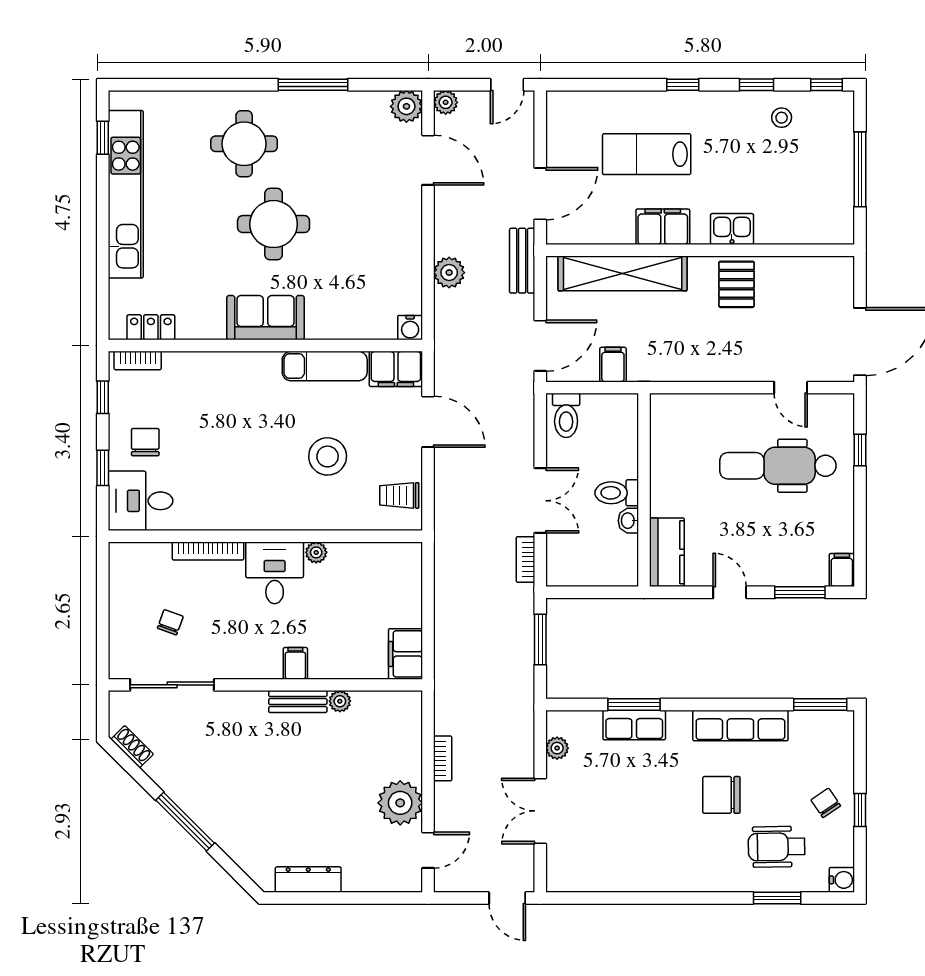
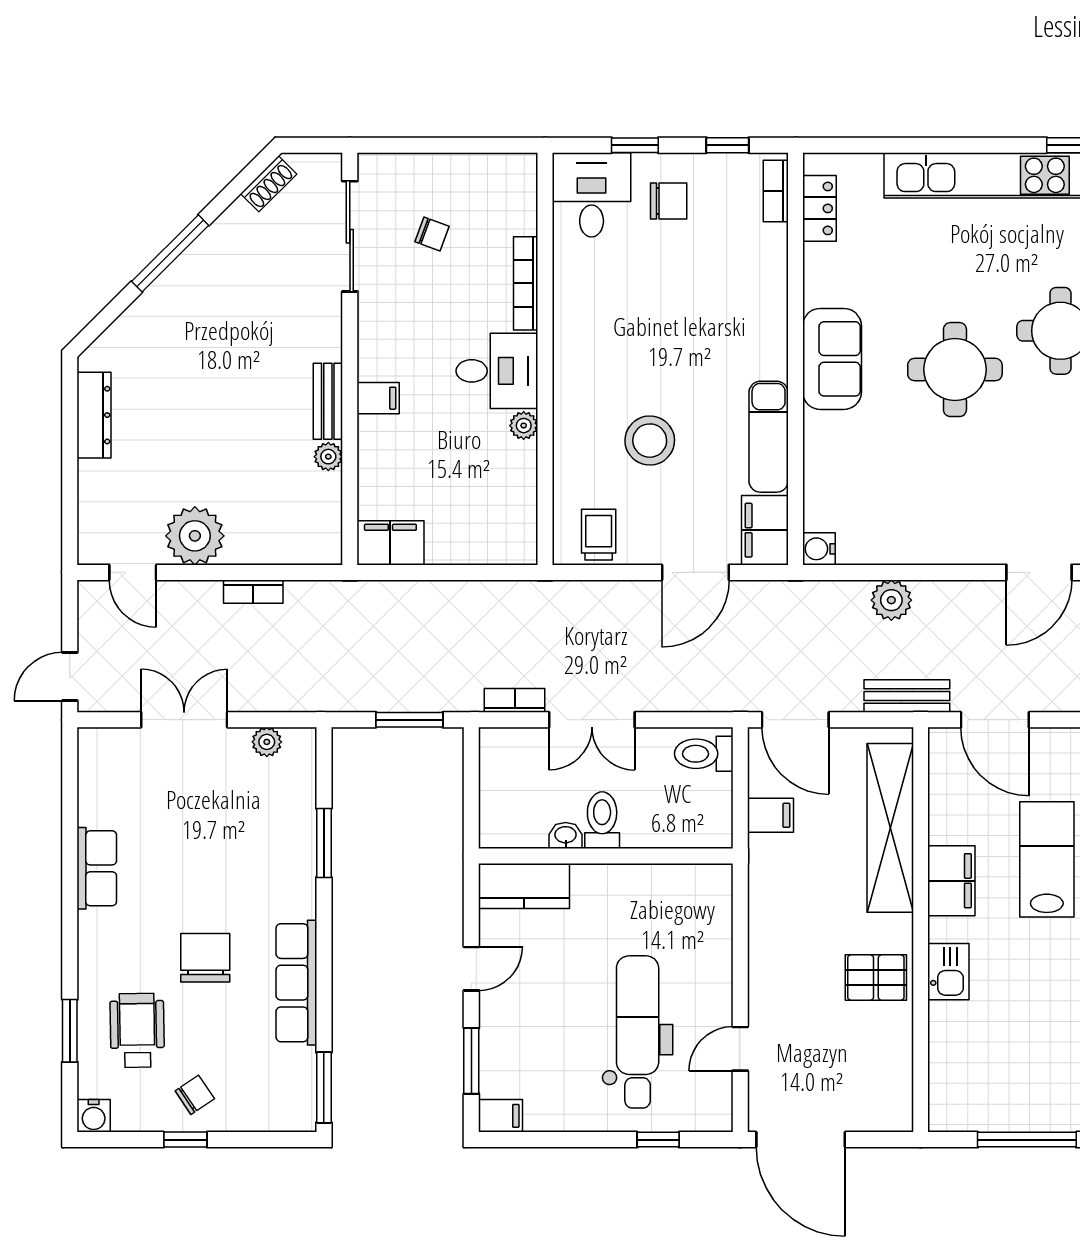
row of seats: (634, 725) -> (97, 868), moved, turned 180

